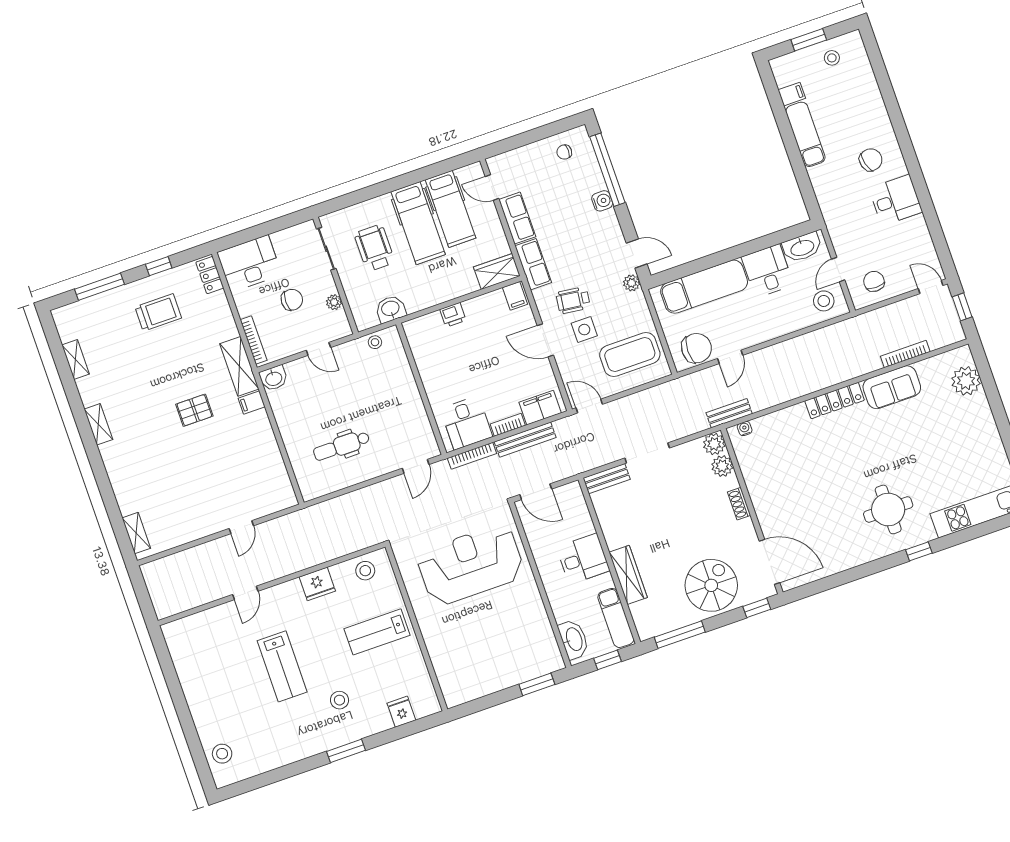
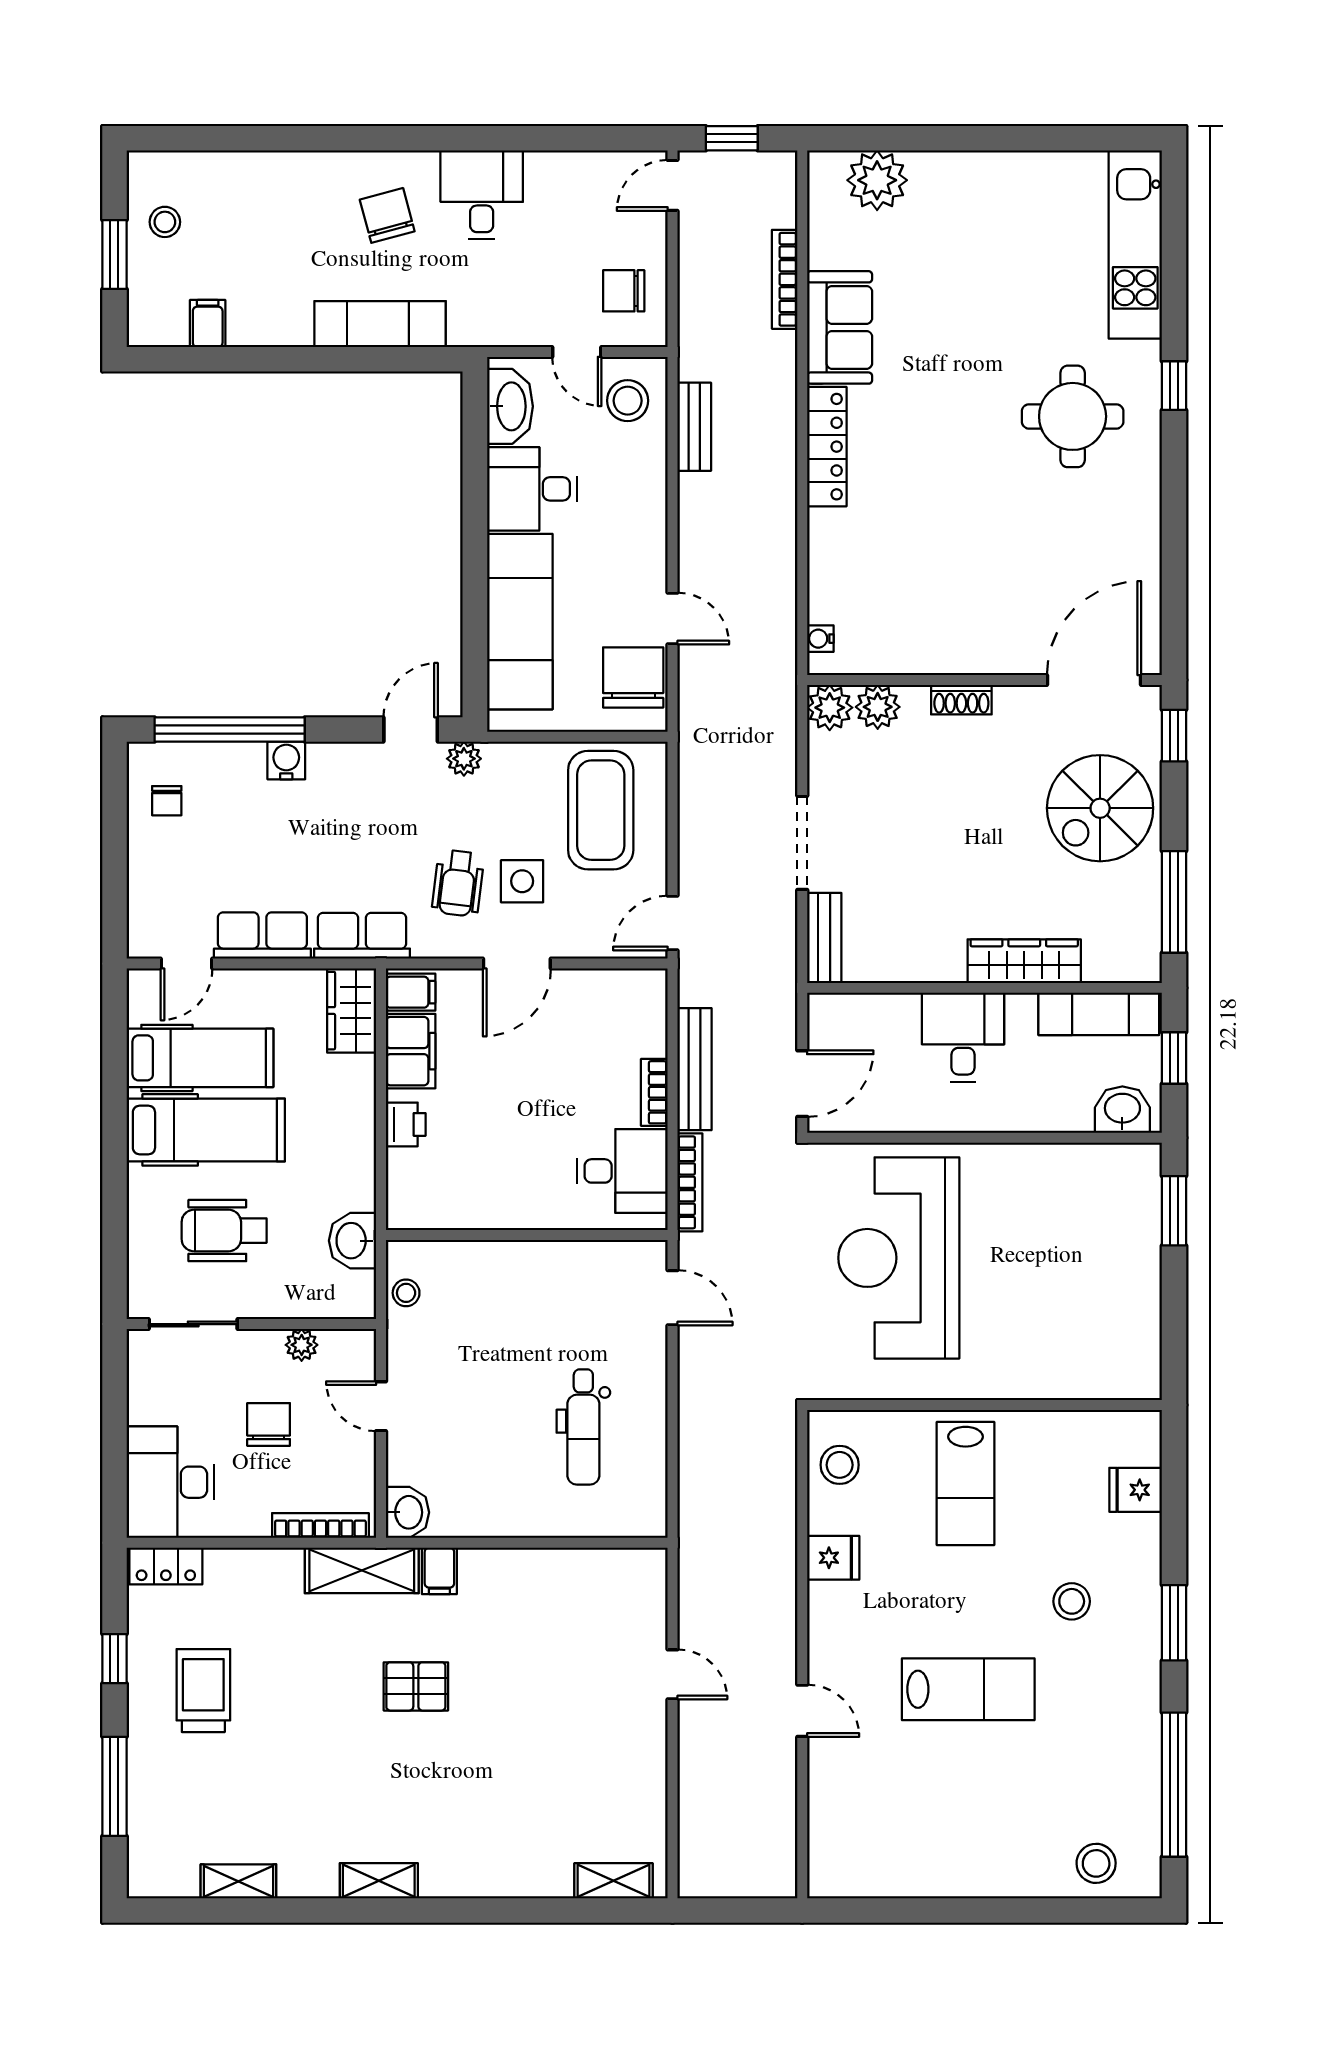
exam couch: (805, 134) -> (380, 324), moved
door: (318, 349) -> (381, 1406), swing flipped
filing cabinet: (540, 408) -> (411, 1051), moved, turned 180
pallet: (194, 410) -> (416, 1686), turned 90
bench: (729, 413) -> (694, 427), moved
fridge: (317, 584) -> (833, 1558), width x0.72
spiral stairs: (711, 585) -> (1100, 808), turned -90
washbasin: (574, 639) -> (1122, 1110), width x0.72
window: (271, 777) -> (1174, 1785), added

